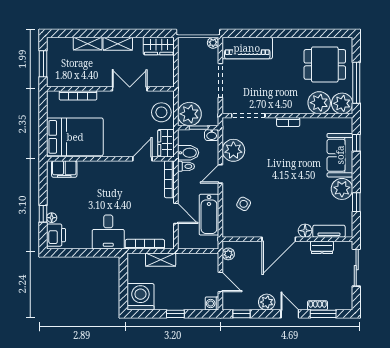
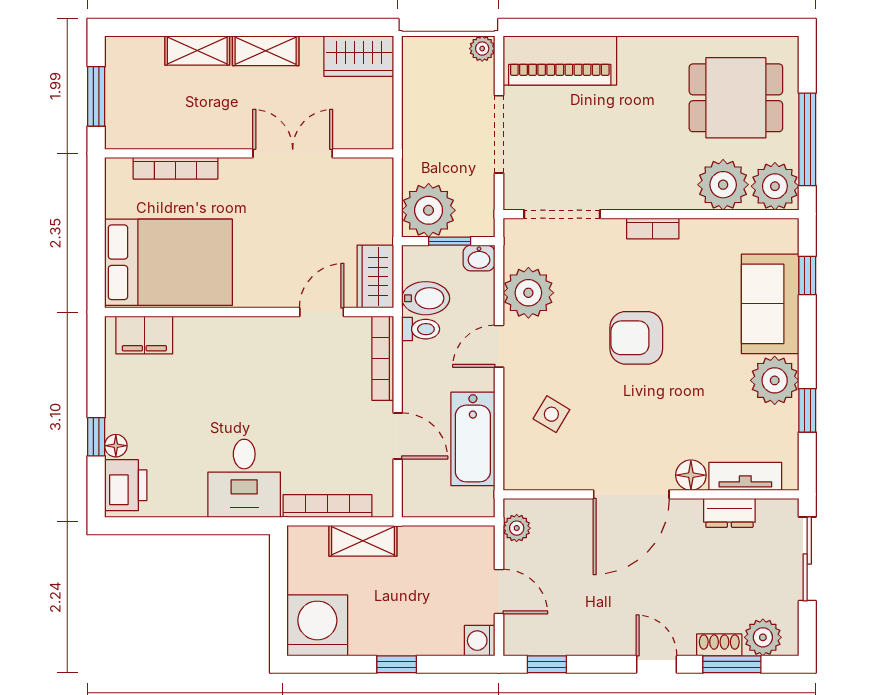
stool: (161, 112) -> (365, 206), removed
armchair: (281, 170) -> (636, 338), added
plant: (267, 302) -> (763, 637), moved

